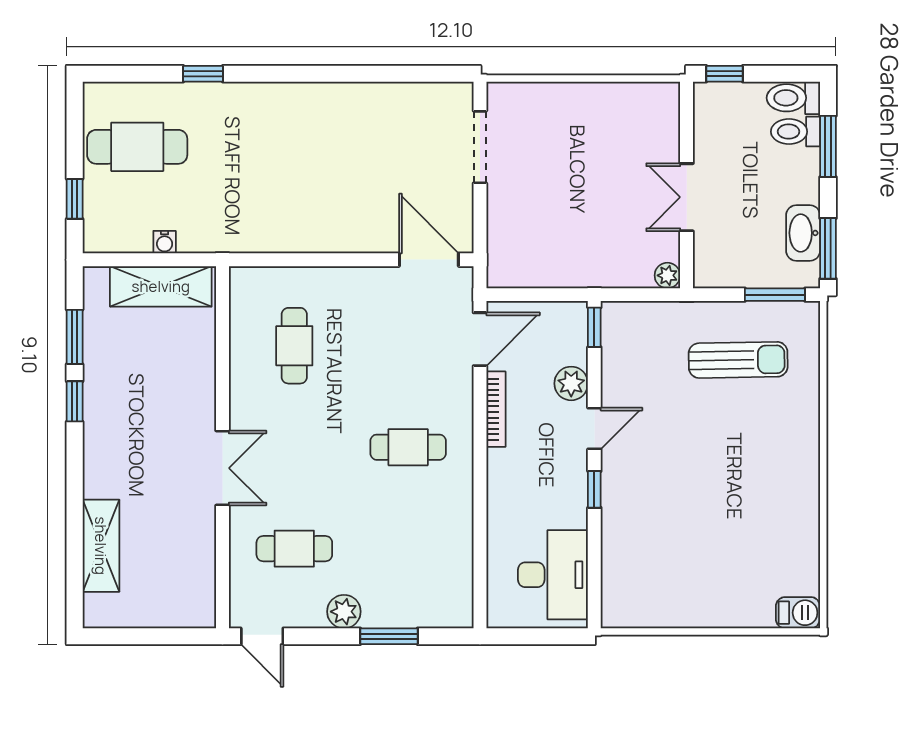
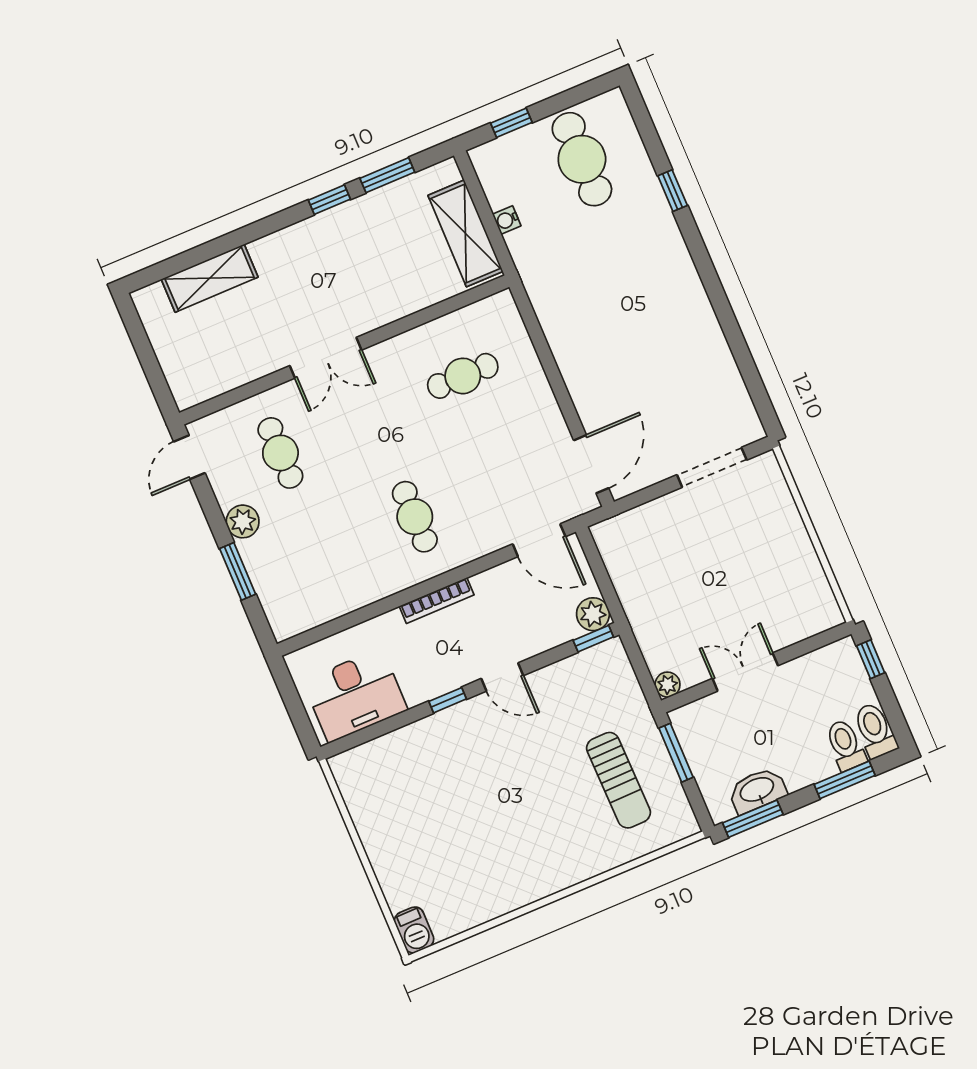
window: (775, 295) -> (676, 753), moved
plant: (571, 383) -> (593, 614), moved
bookcase: (496, 409) -> (437, 601), moved

